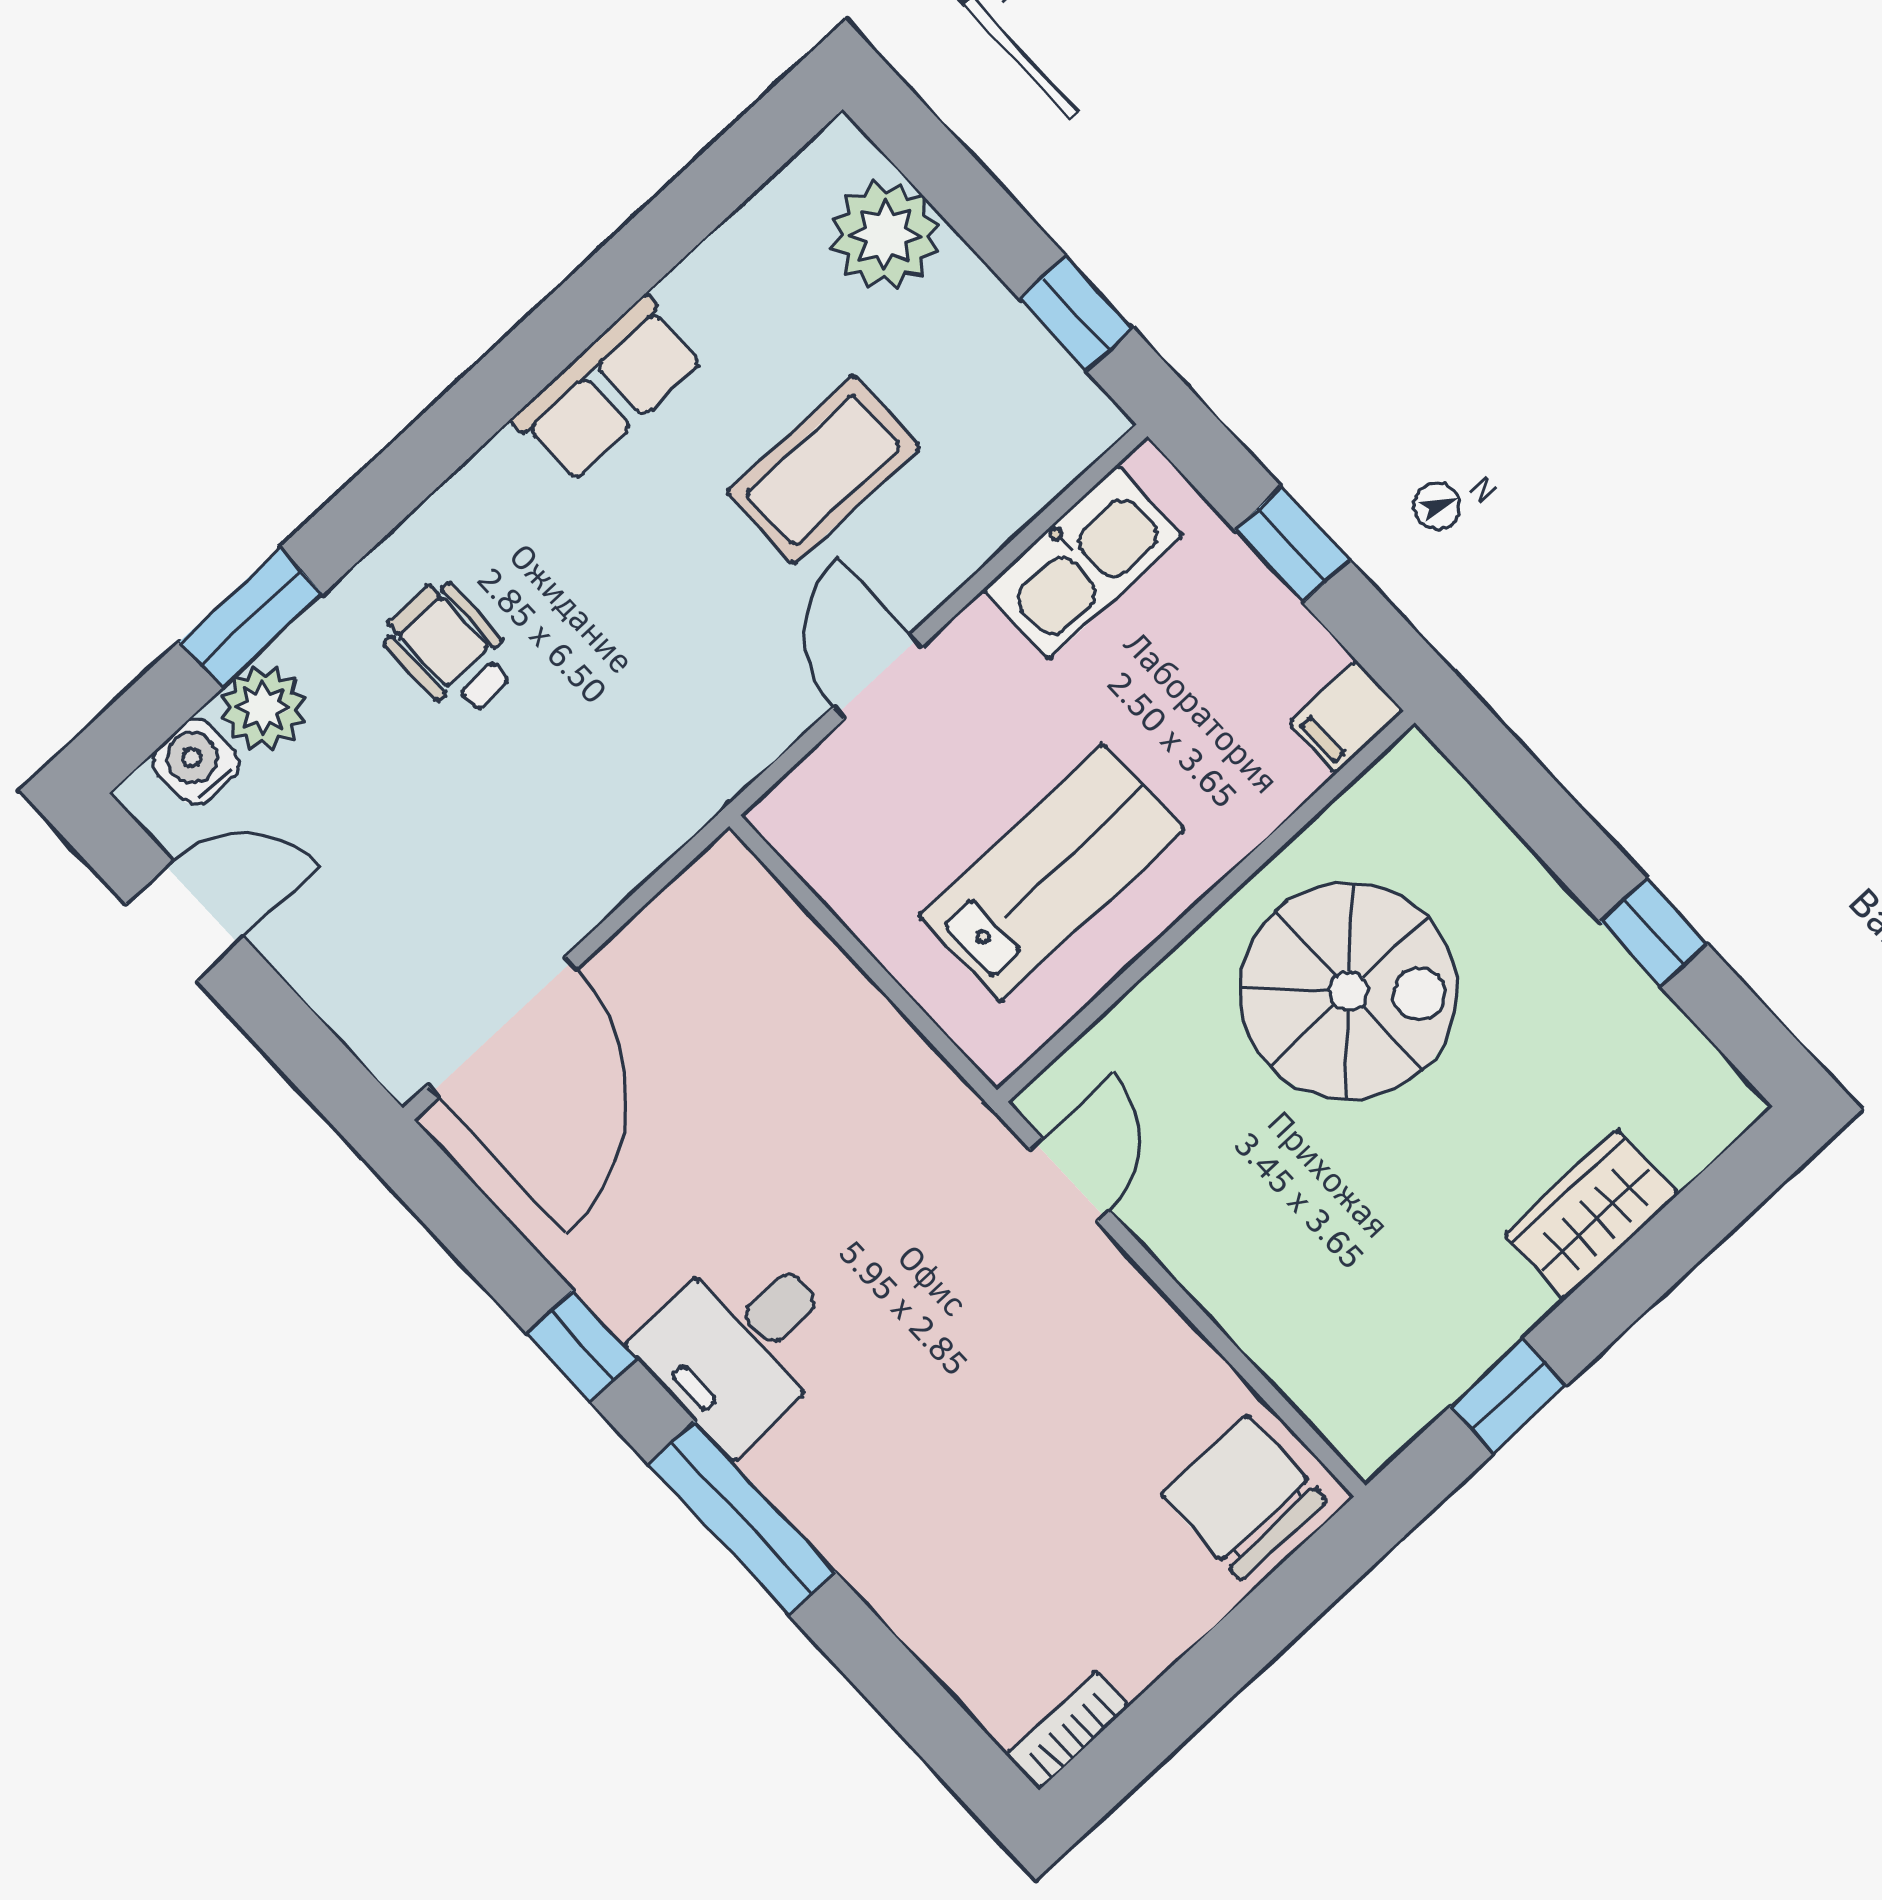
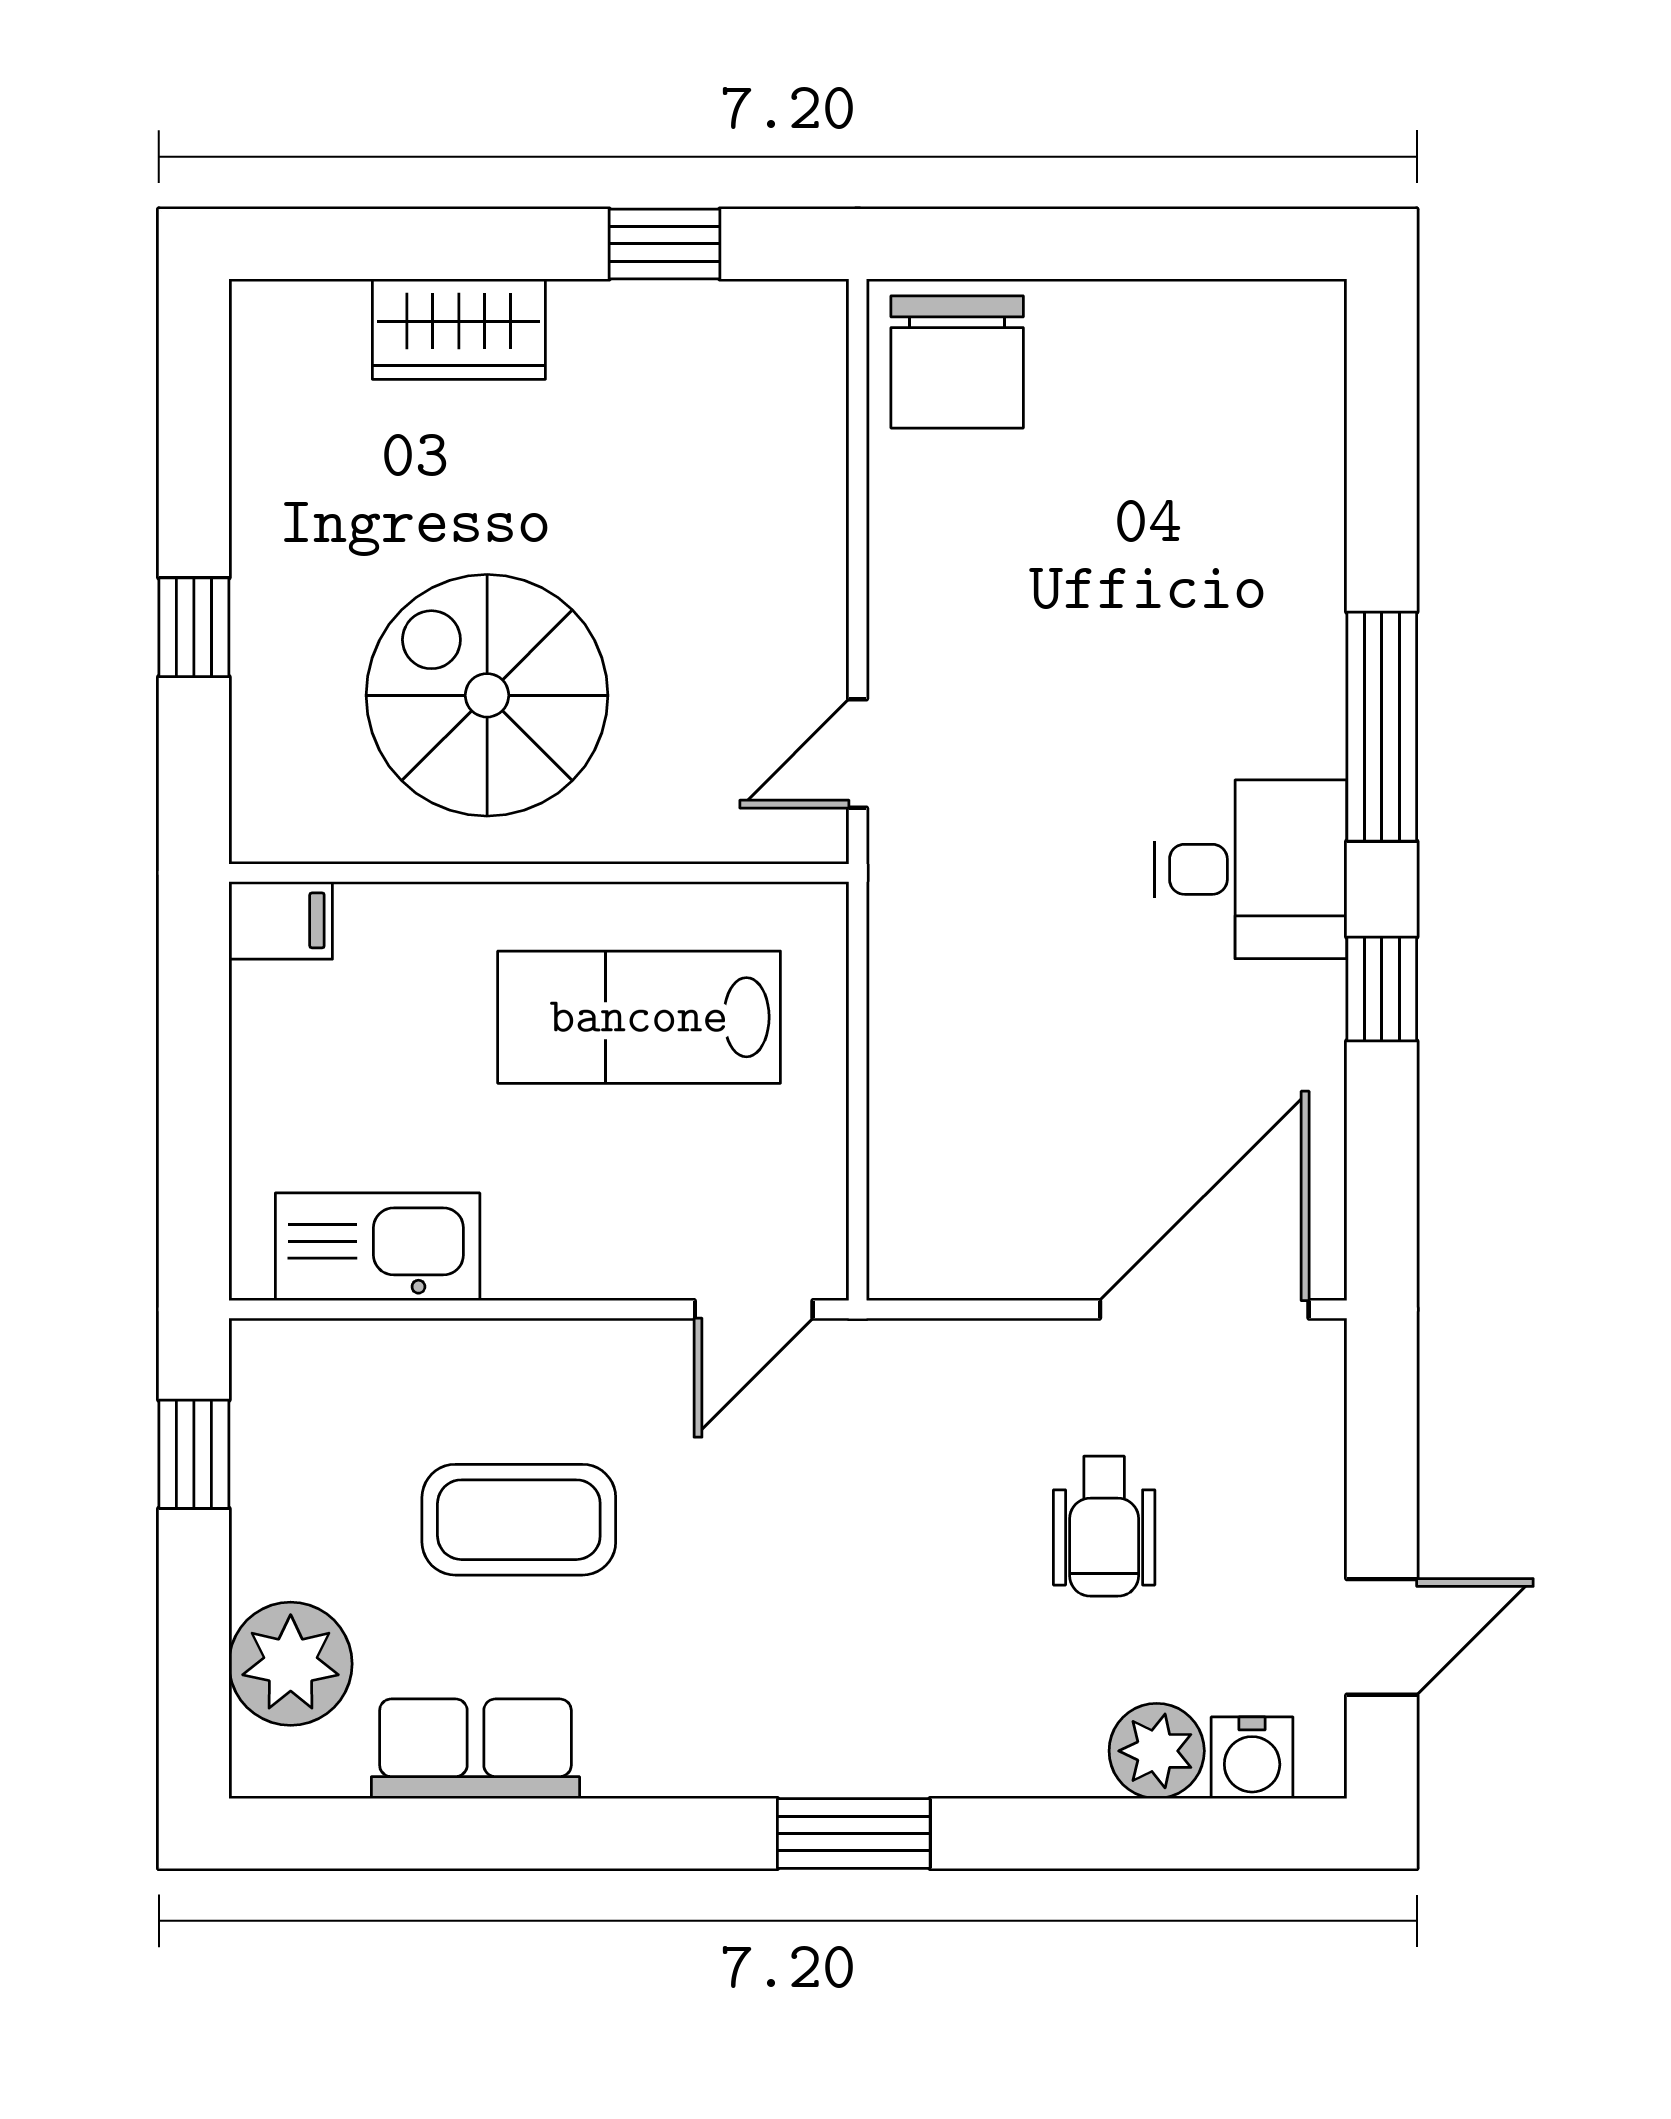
row of seats: (608, 389) -> (475, 1749), moved
window: (1292, 545) -> (194, 1102), removed
window: (251, 618) -> (854, 1833), moved
wheelchair: (450, 649) -> (1104, 1526), moved
door: (878, 677) -> (754, 1309), moved
door: (185, 921) -> (1382, 1637), swing flipped
window: (1654, 933) -> (194, 627), moved
bookcase: (1067, 1731) -> (1278, 306), removed

